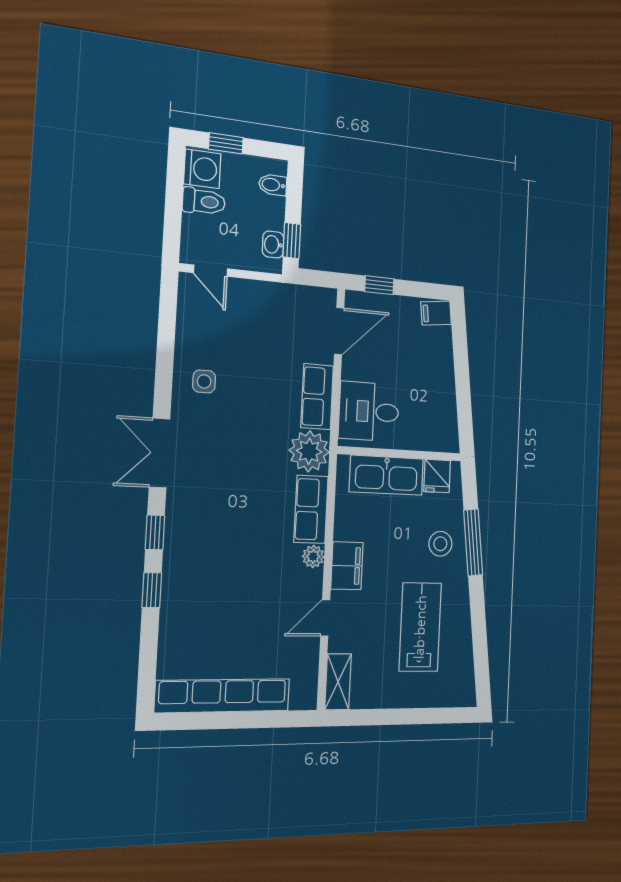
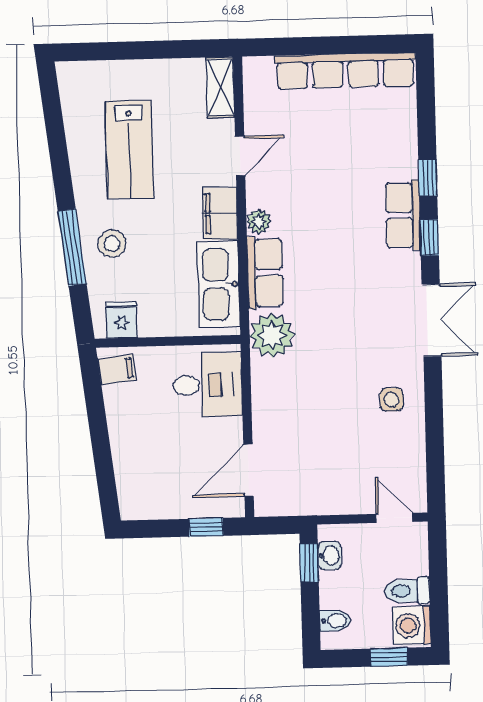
filing cabinet: (436, 313) -> (117, 370), moved
row of seats: (317, 397) -> (403, 215), moved, turned 180
kitchen sink: (386, 475) -> (219, 284), moved, turned -90

